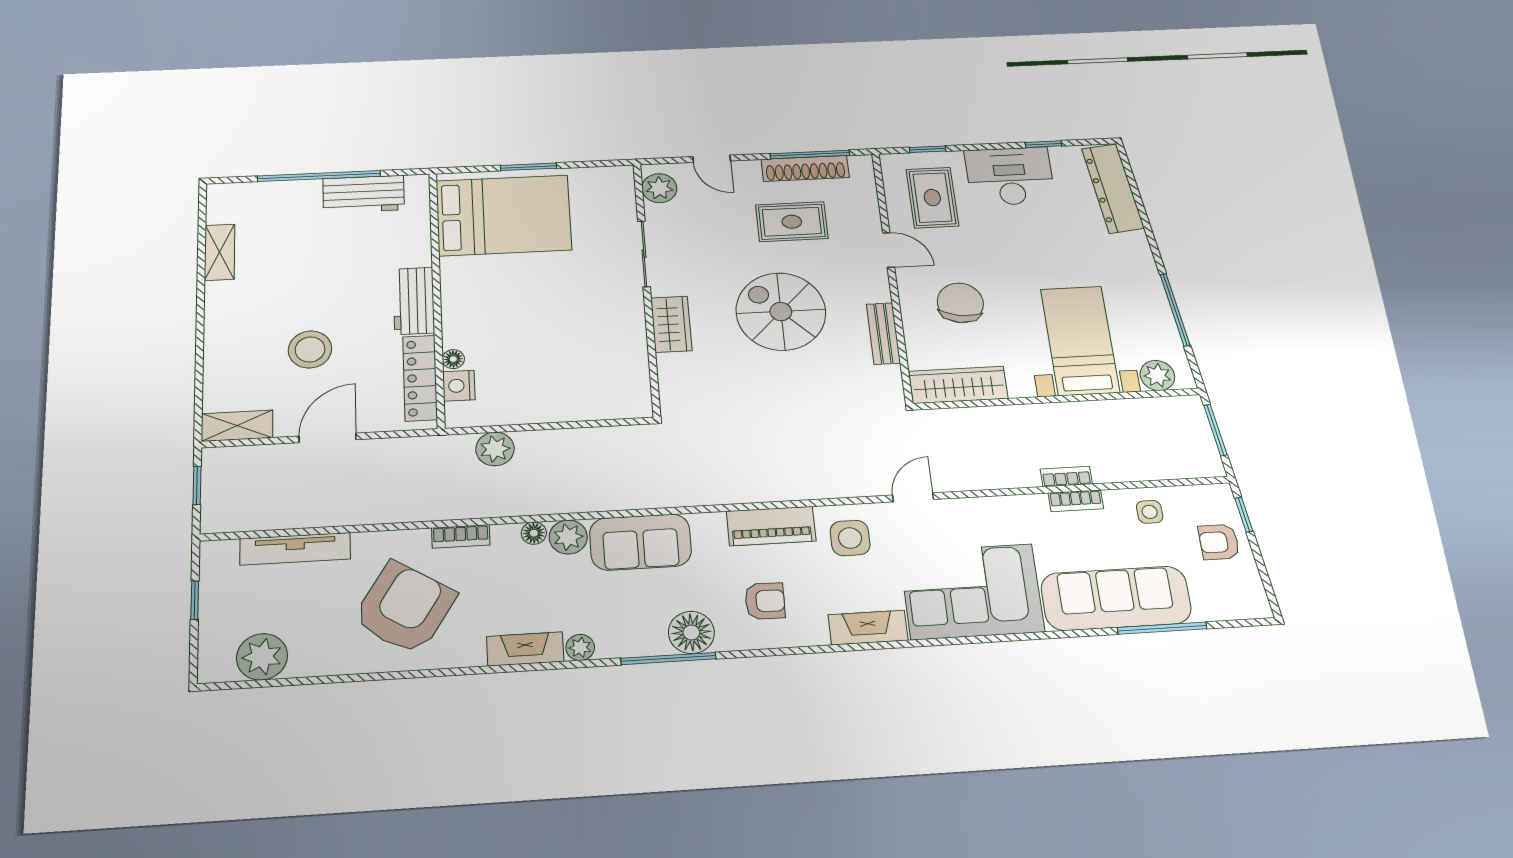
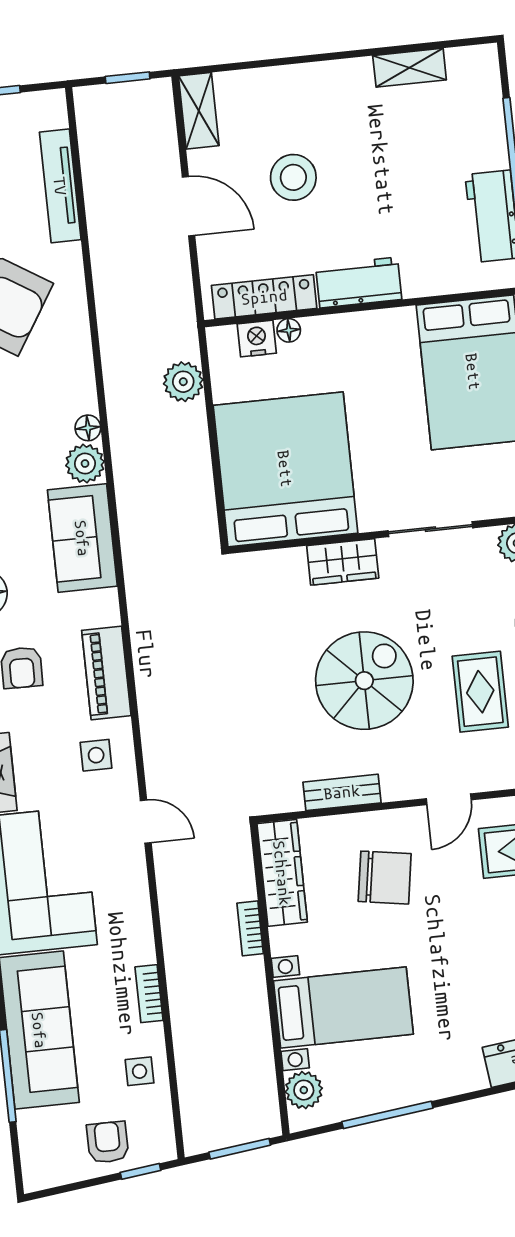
bed: (583, 367) -> (285, 469), added
bookcase: (1066, 477) -> (250, 928), moved, turned 180
bookcase: (461, 536) -> (81, 353), removed
side table: (850, 538) -> (96, 755), width x0.73, depth x0.73

